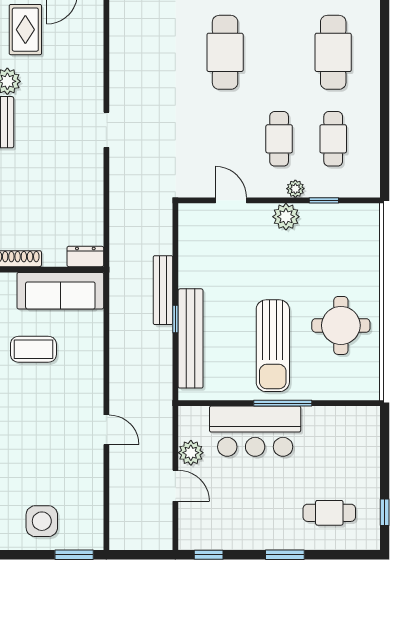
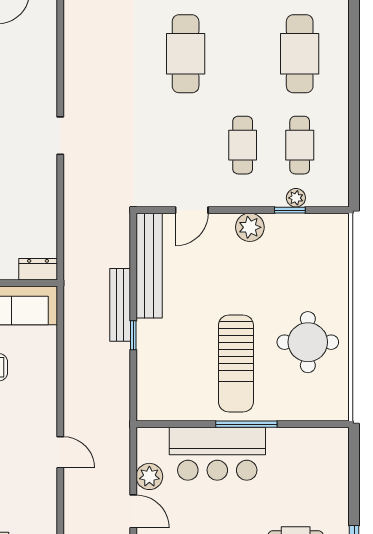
plant: (295, 189) -> (296, 198), moved
door: (231, 200) -> (192, 210), swing flipped
bench: (191, 338) -> (149, 266), moved

